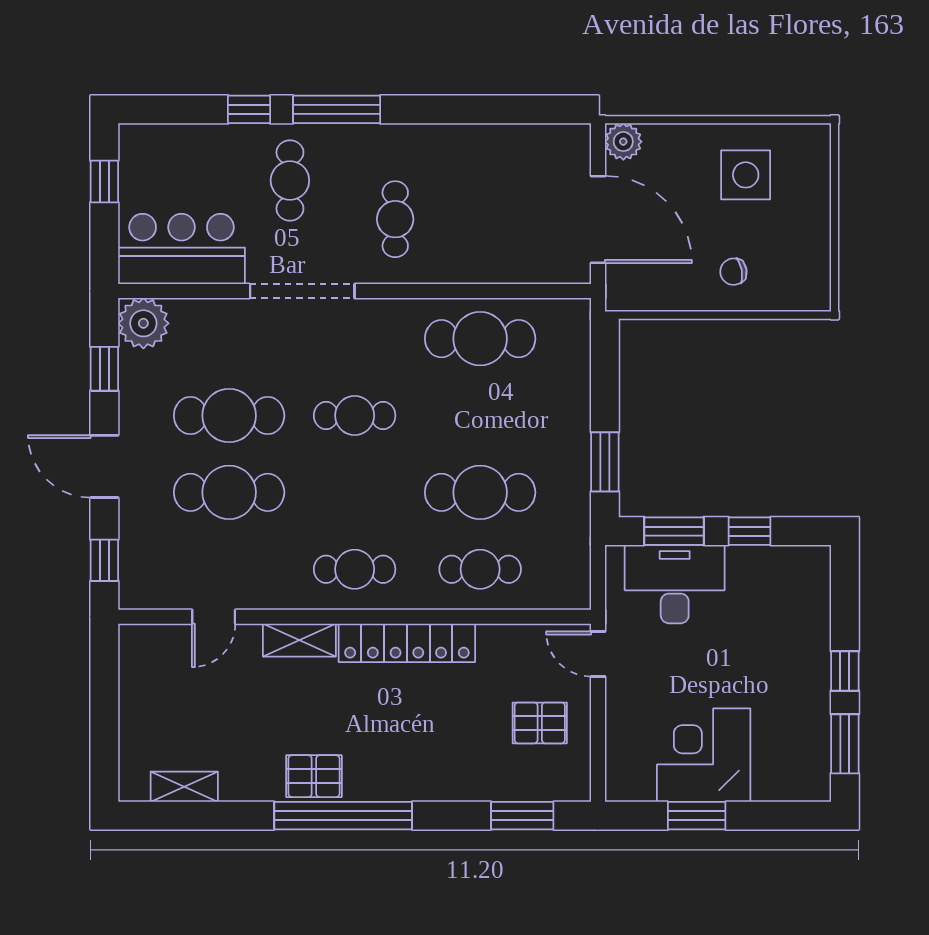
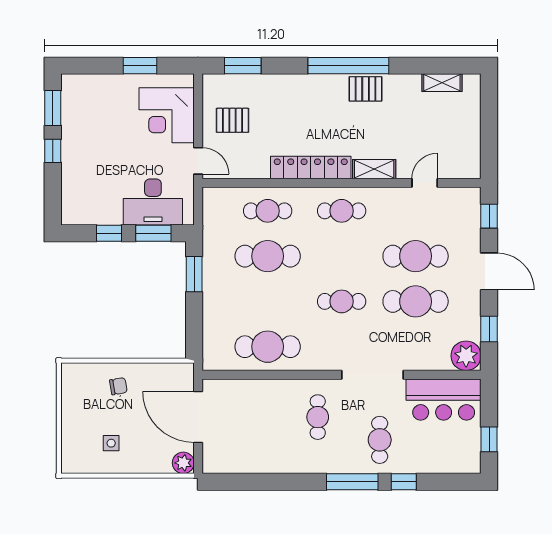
side table: (746, 175) -> (111, 443), width x0.54, depth x0.54
corner desk: (704, 755) -> (167, 115), moved, turned 90

